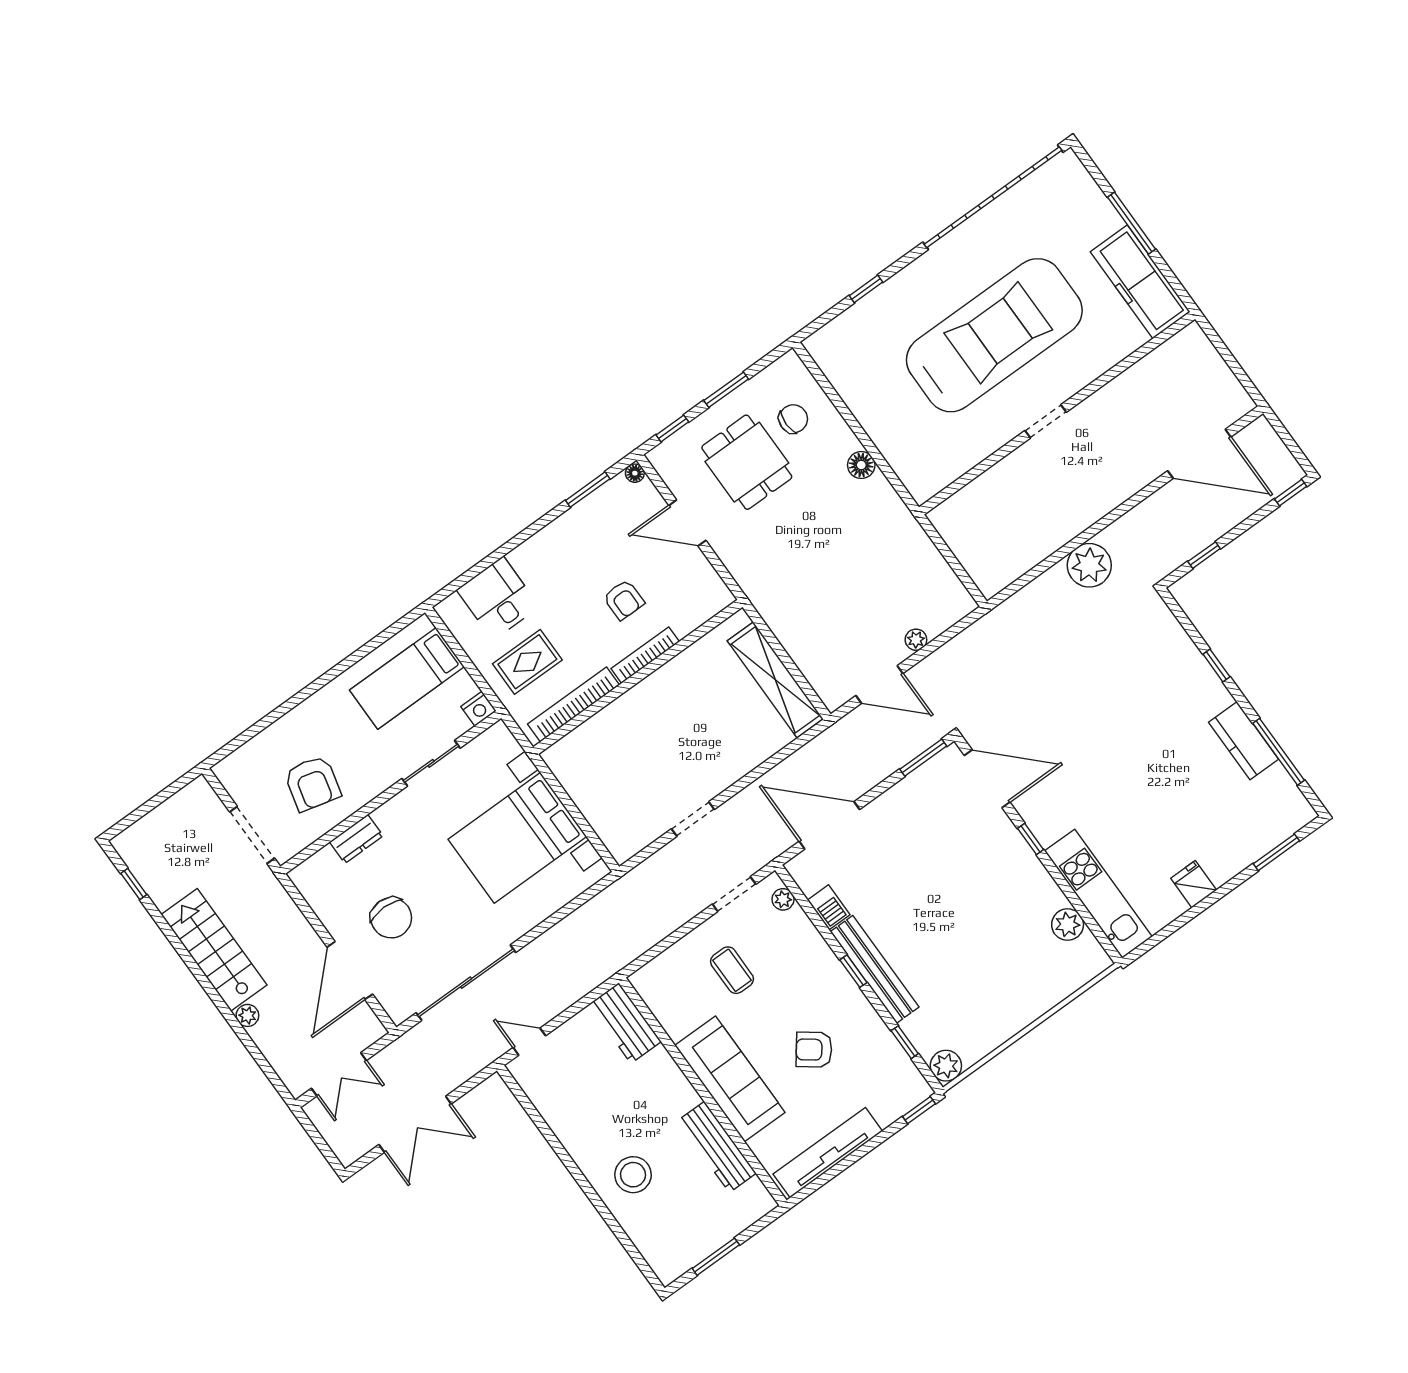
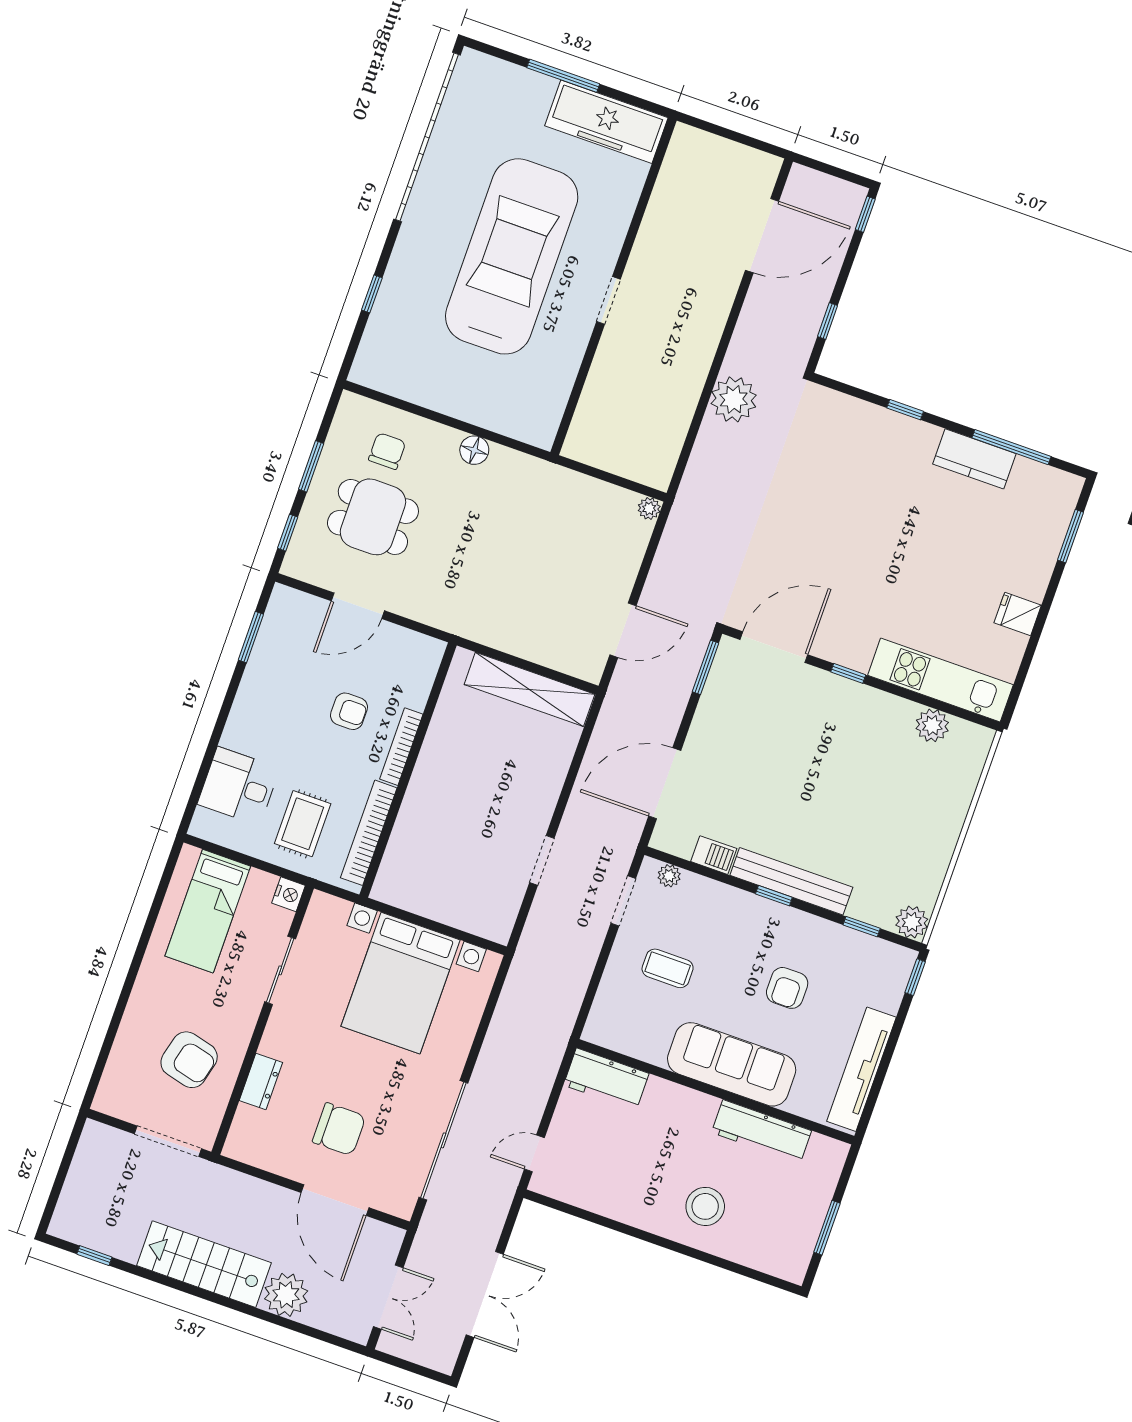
floor lamp: (635, 473) -> (282, 594), removed
plant: (916, 640) -> (649, 508), moved
plant: (247, 1015) -> (286, 1295), width x1.88, depth x1.88
armchair: (814, 1050) -> (787, 988), turned -37

